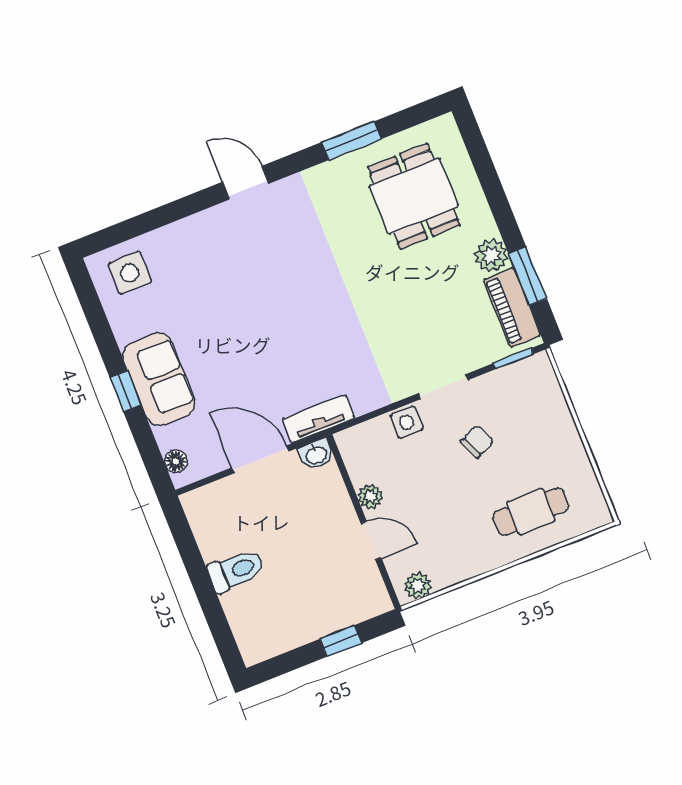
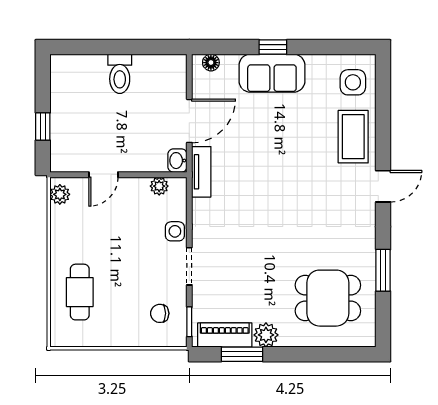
coffee table: (198, 245) -> (353, 137), added
chair: (477, 442) -> (160, 313), moved, turned 115
plant: (370, 496) -> (159, 186), moved

